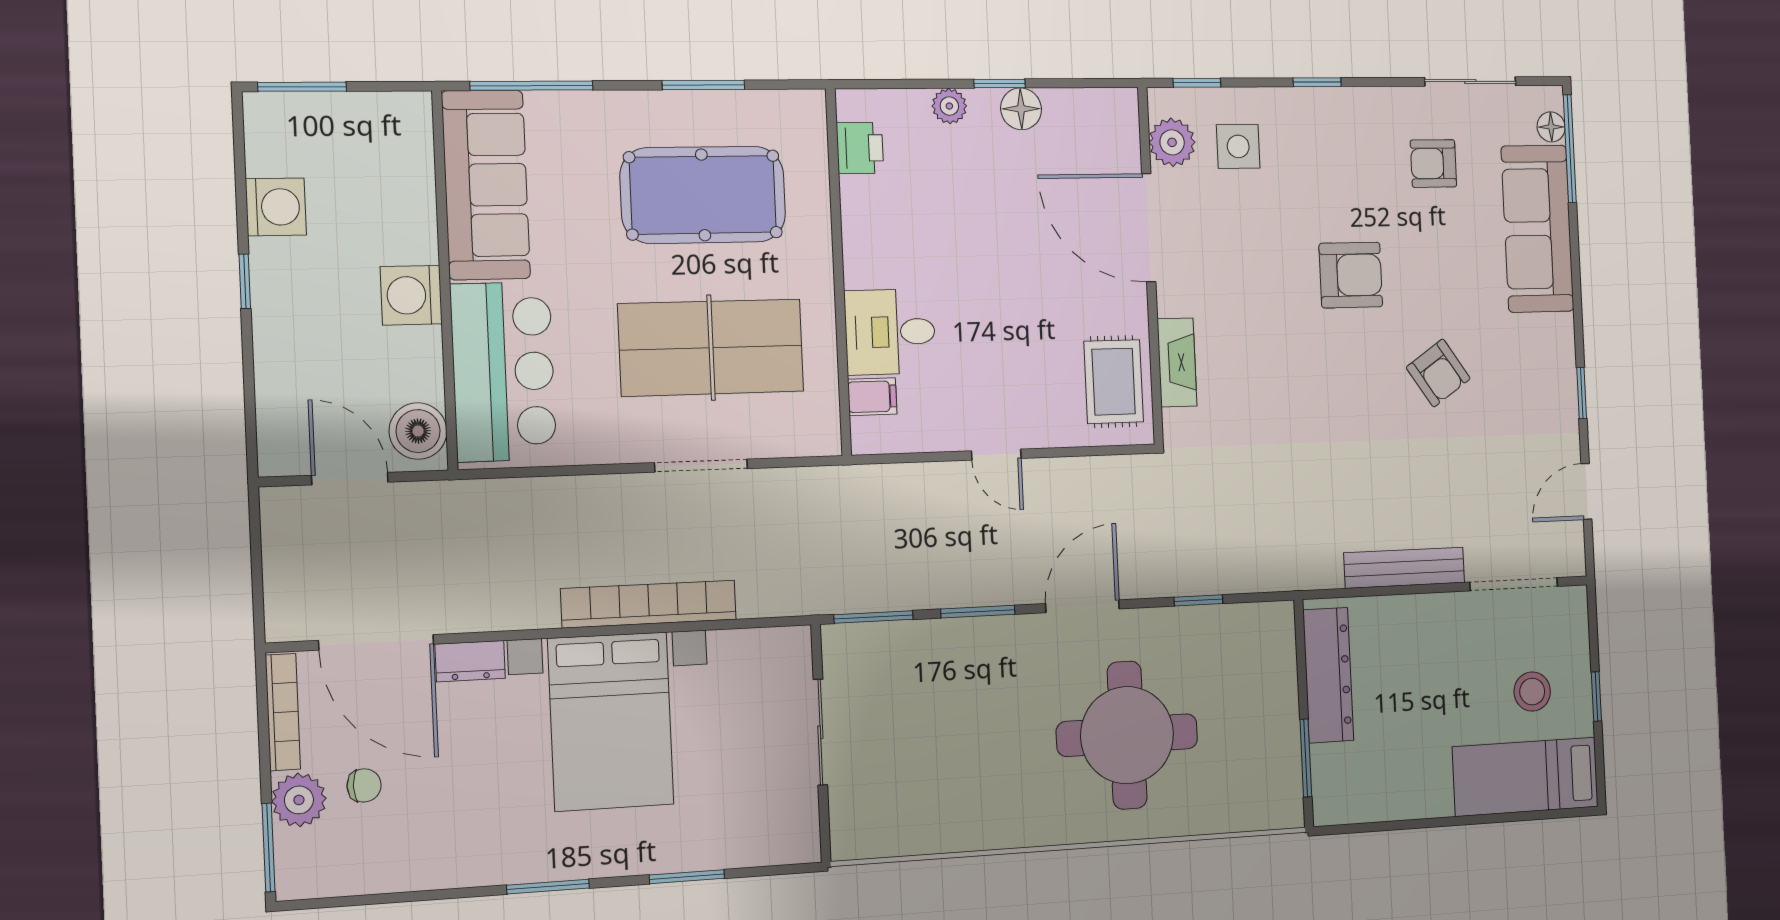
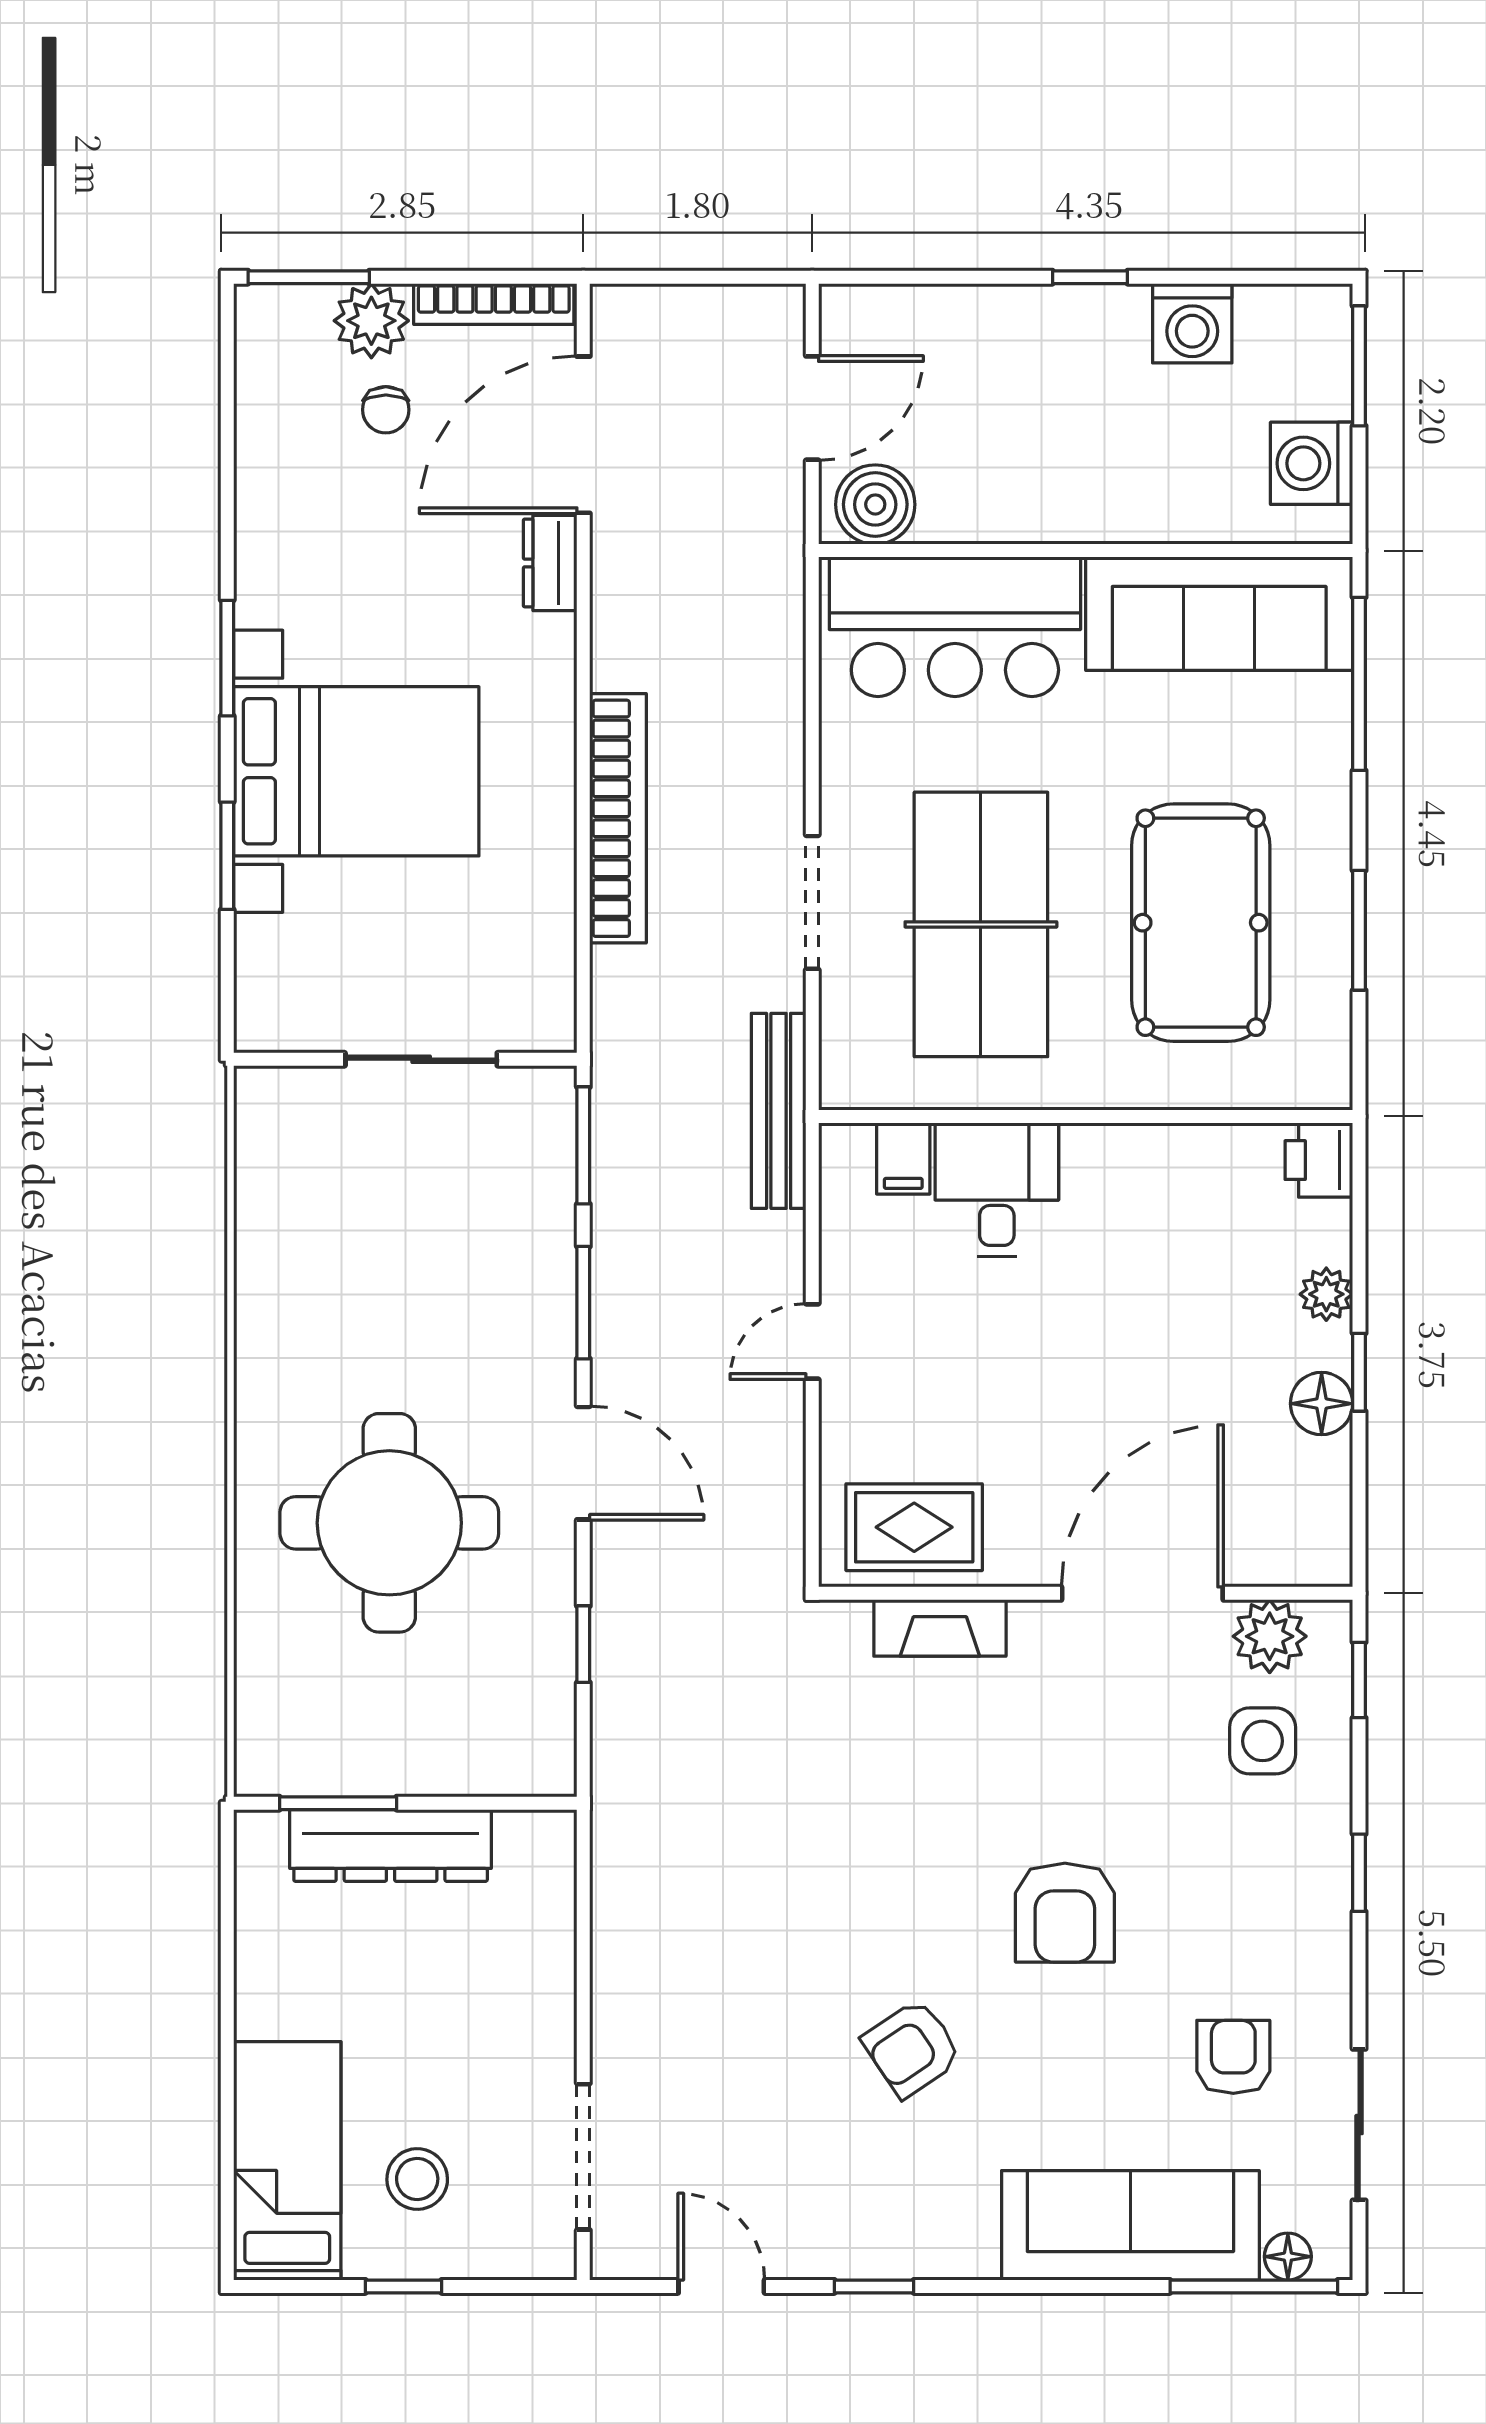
printer: (860, 148) -> (1319, 1160), moved, turned 90
washing machine: (411, 295) -> (1312, 463), moved, turned -90
bench: (1404, 568) -> (779, 1111), moved
dresser: (1328, 675) -> (391, 1845), moved
bed with nightstands: (611, 721) -> (356, 771), moved, turned 180

